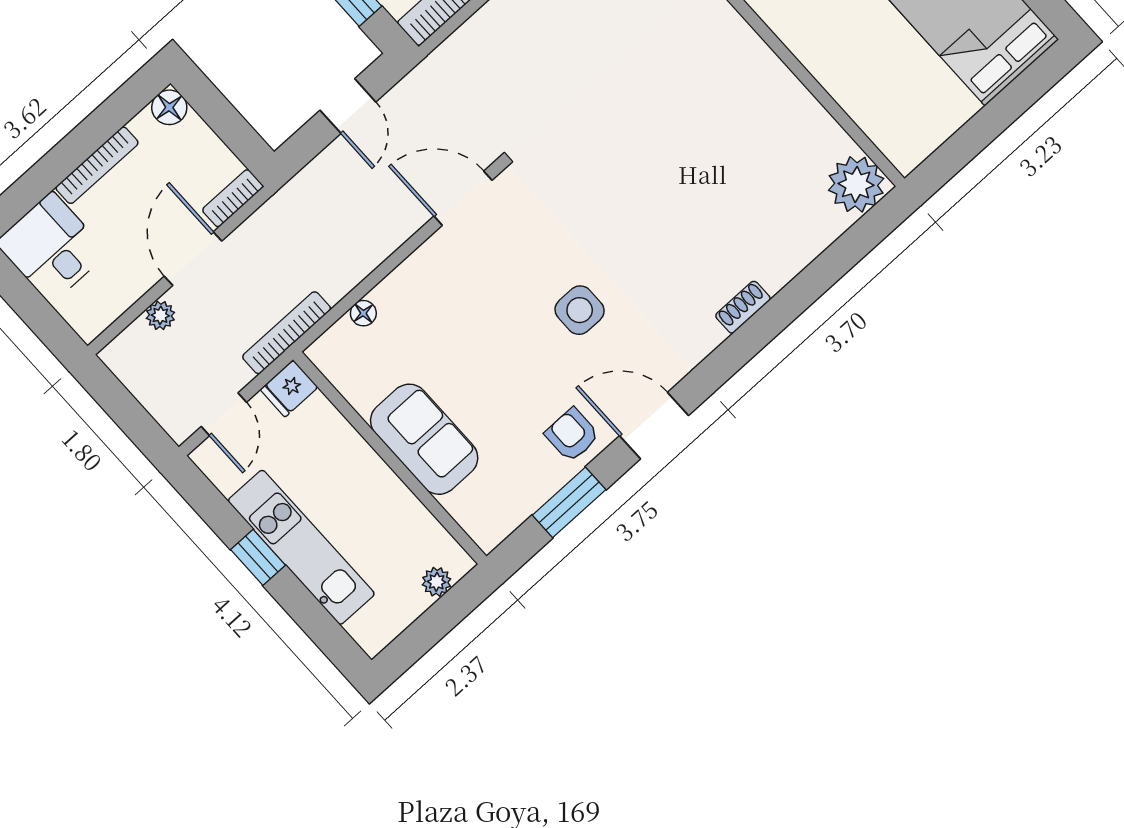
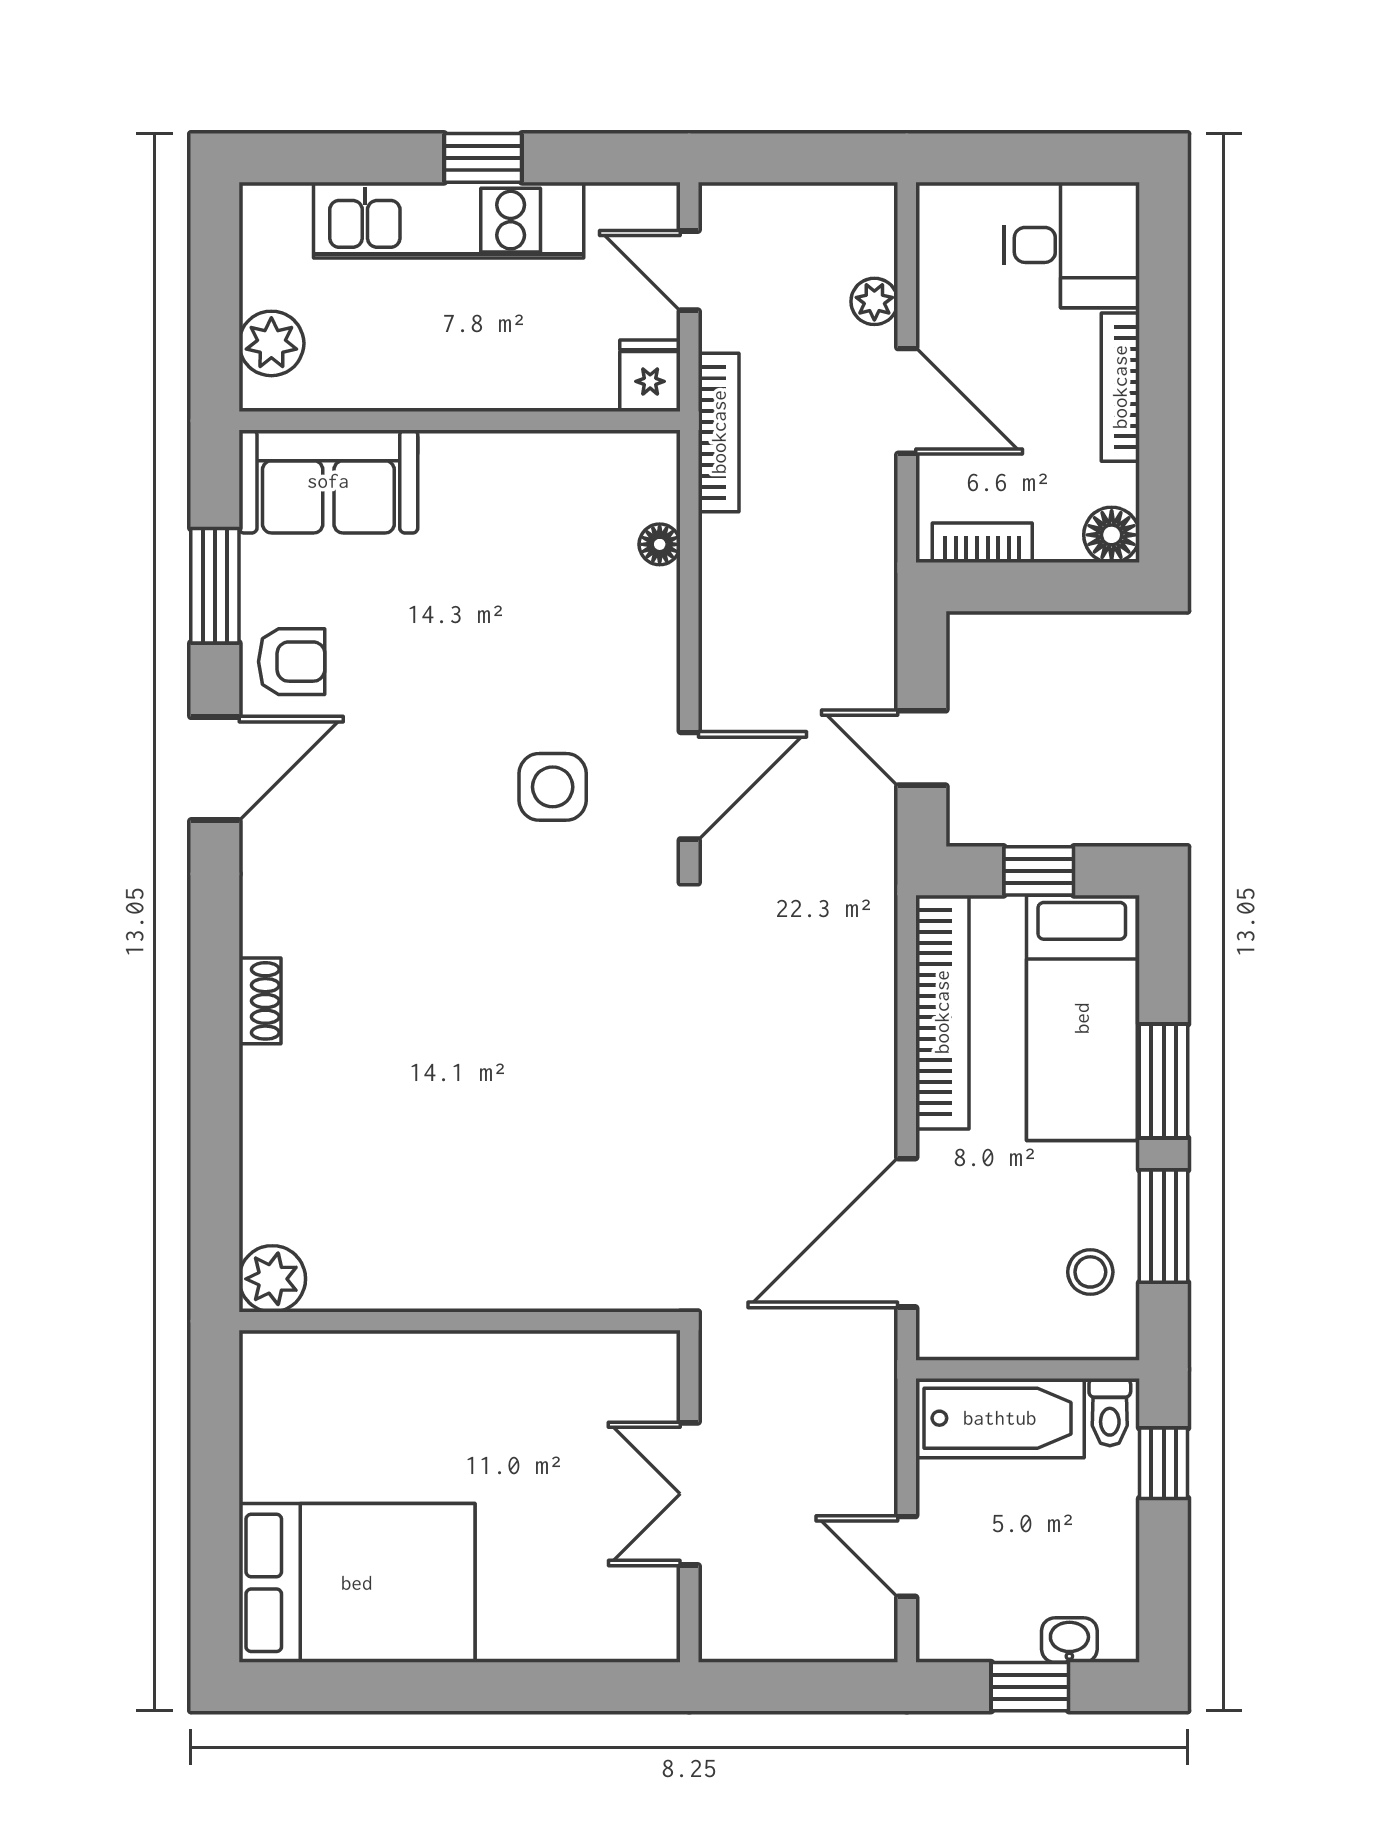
plant: (856, 184) -> (272, 1279), width x0.73, depth x0.73
bookcase: (233, 198) -> (982, 543), moved, turned -90
side table: (580, 310) -> (553, 787), moved
sofa: (424, 439) -> (328, 481), moved
plant: (437, 582) -> (271, 343), width x1.38, depth x1.38

